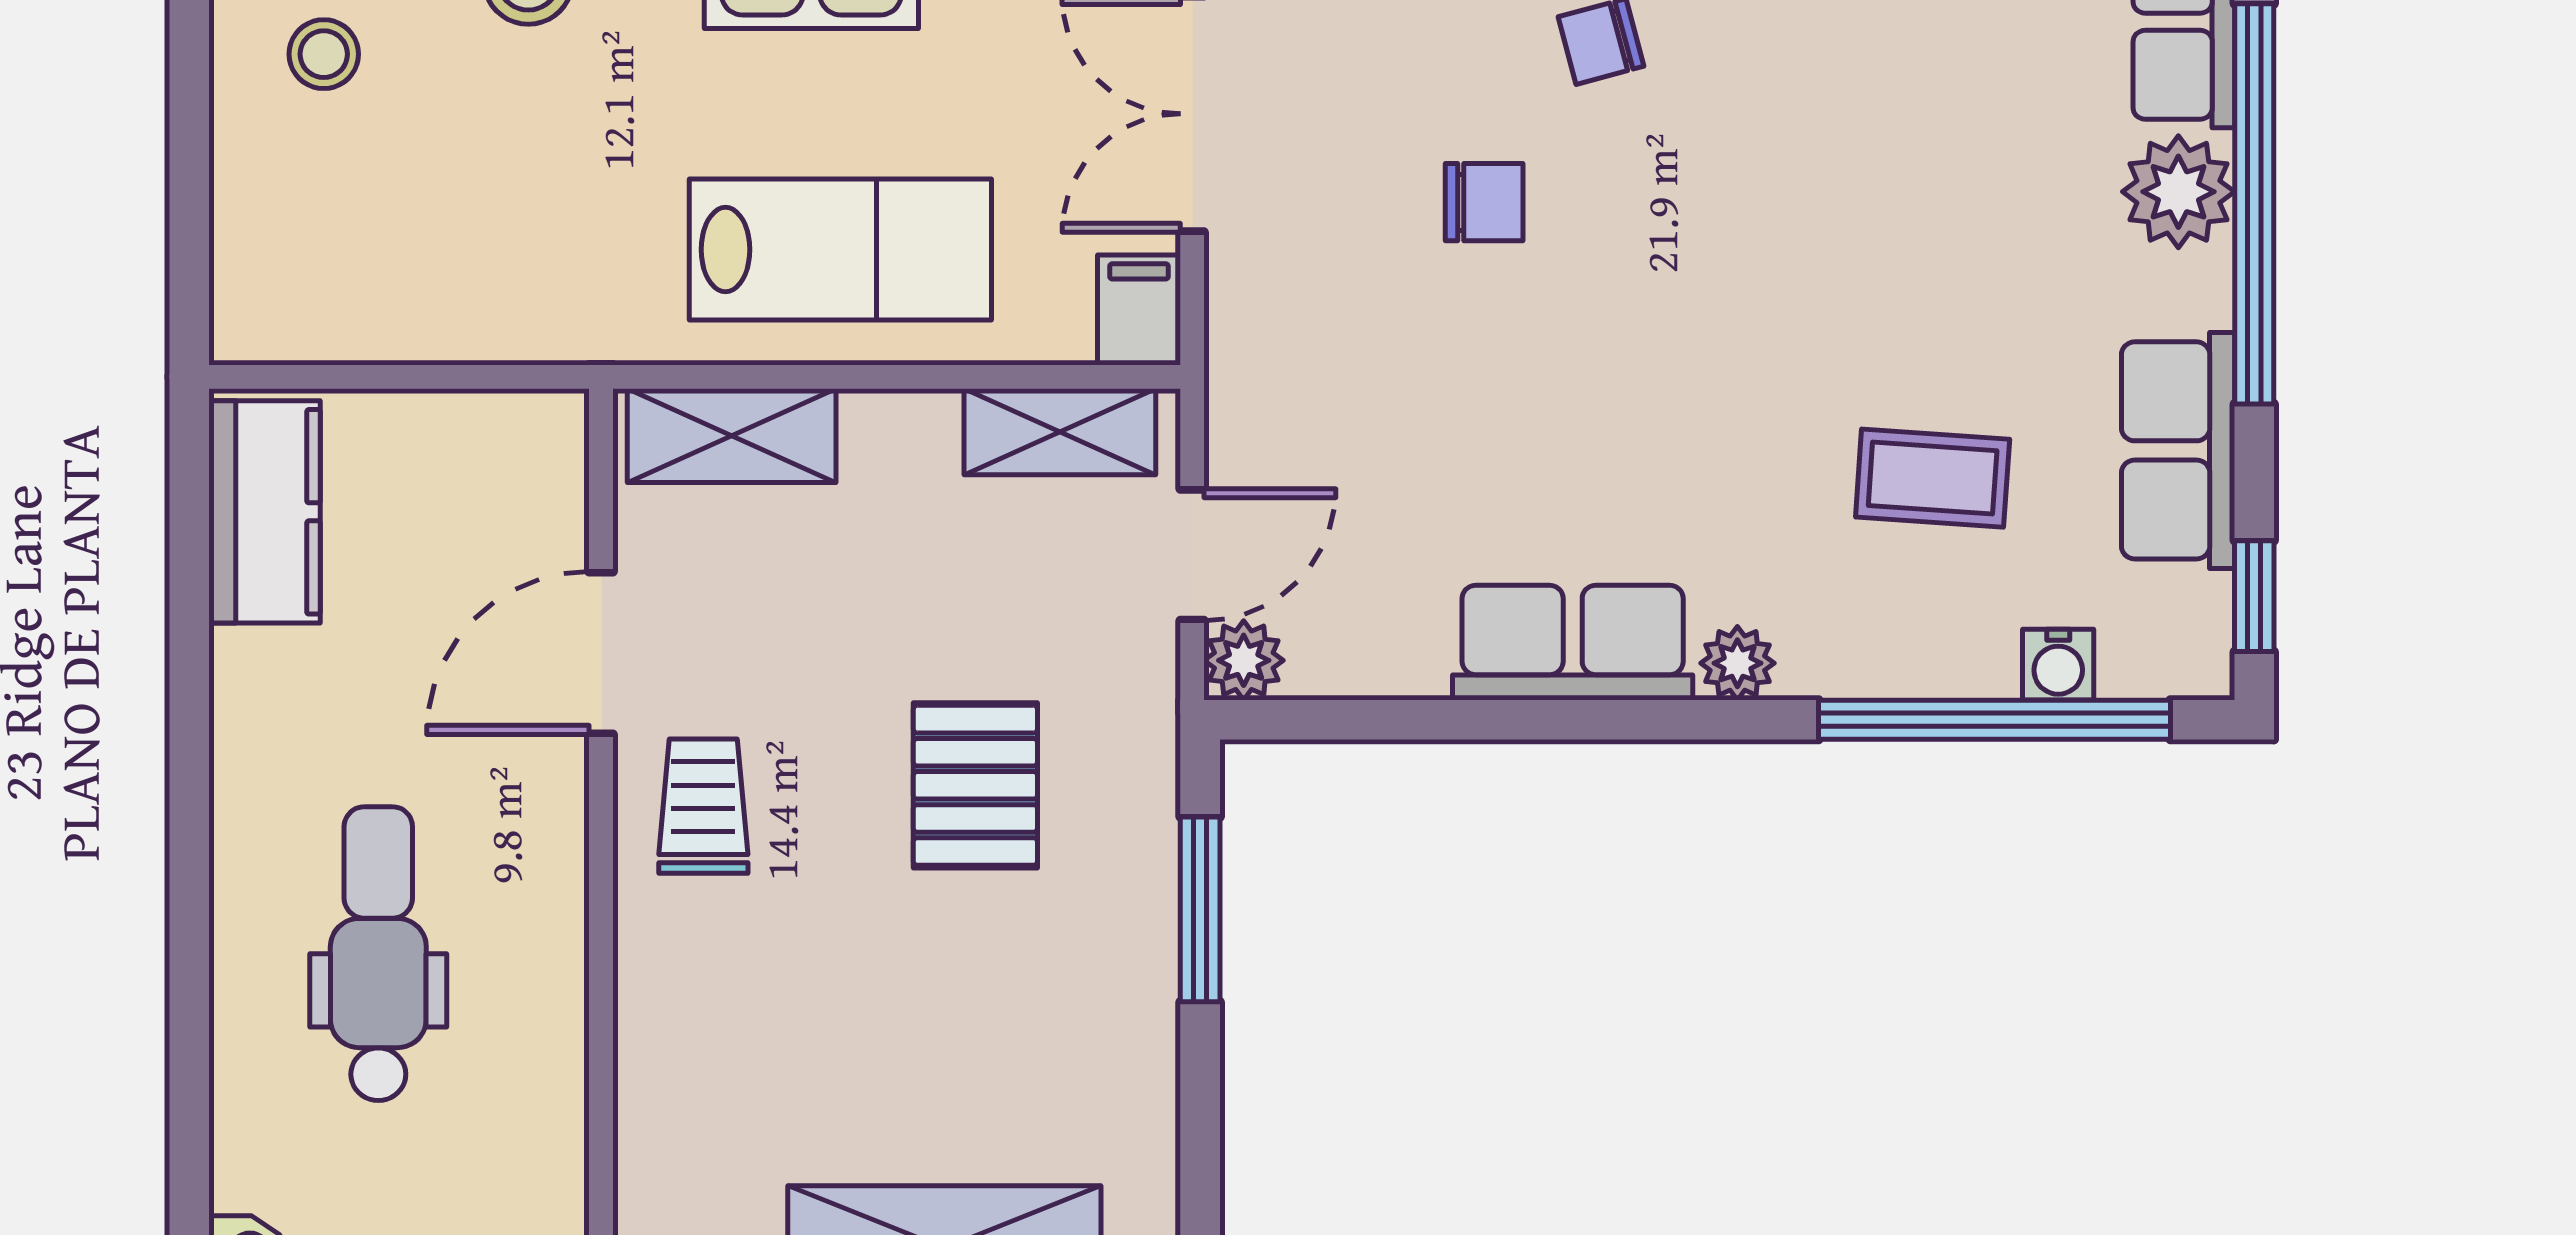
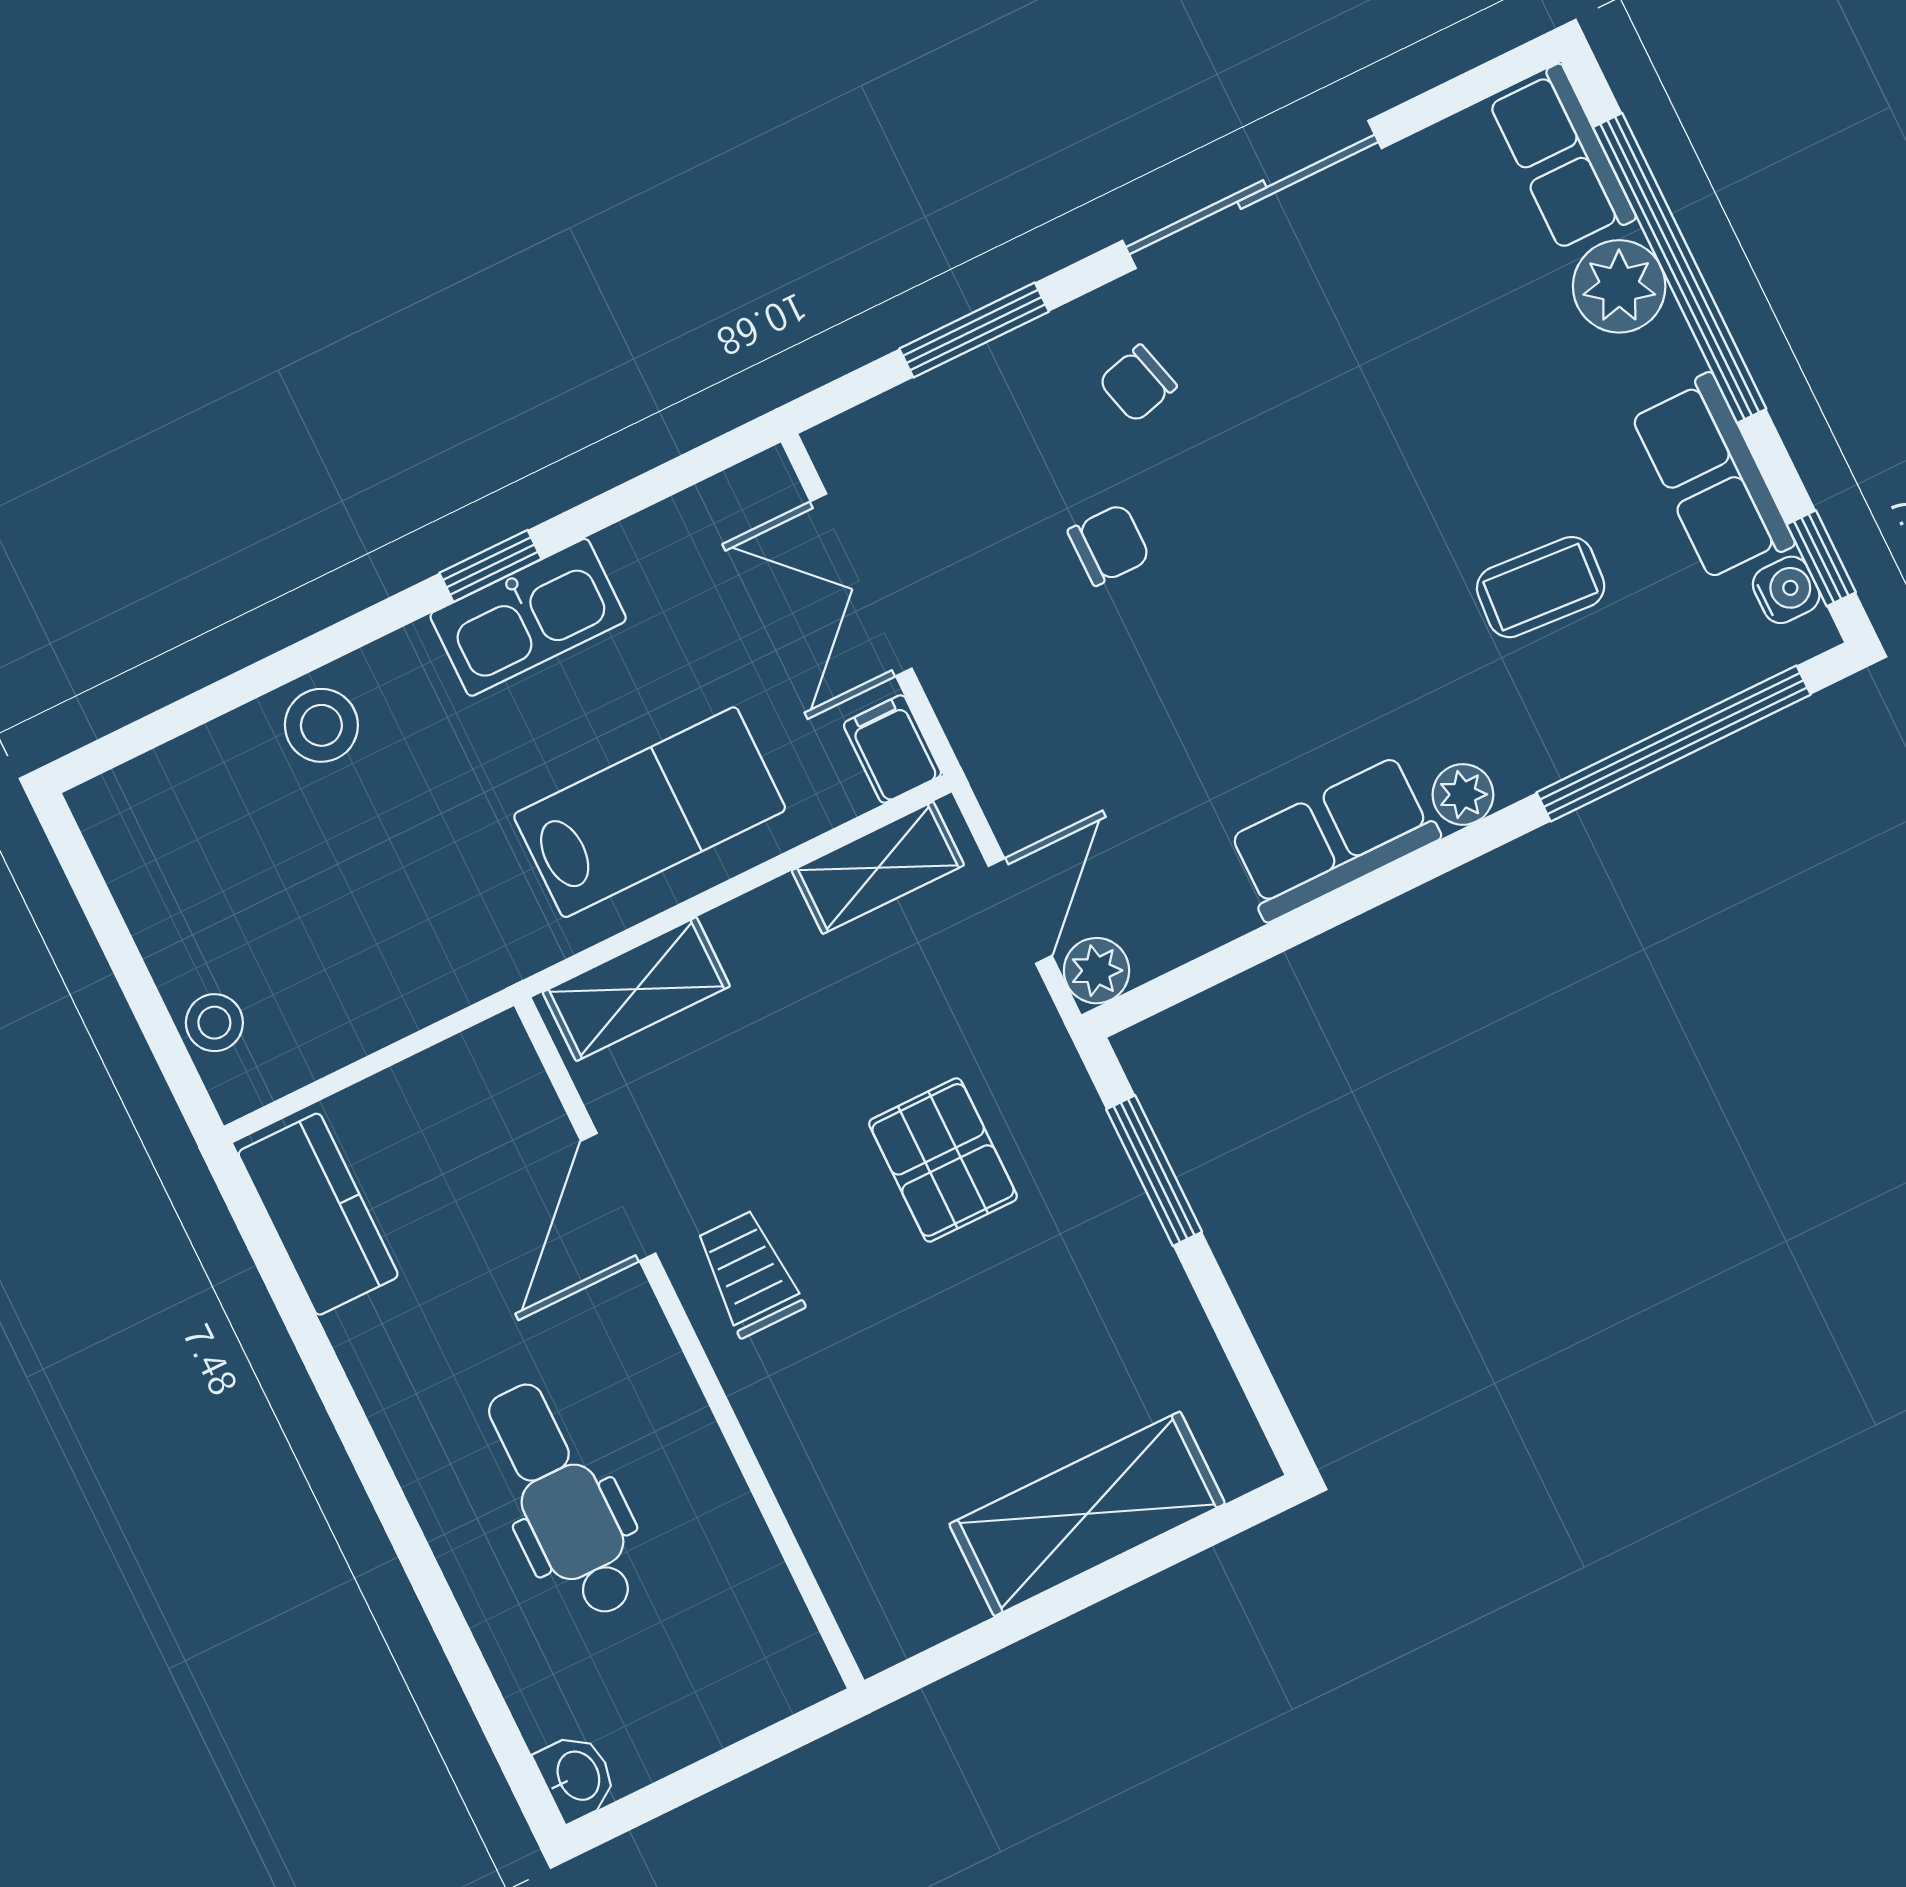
stool: (324, 54) -> (214, 1023), moved
water cooler: (2058, 665) -> (1786, 590), moved, turned -90

